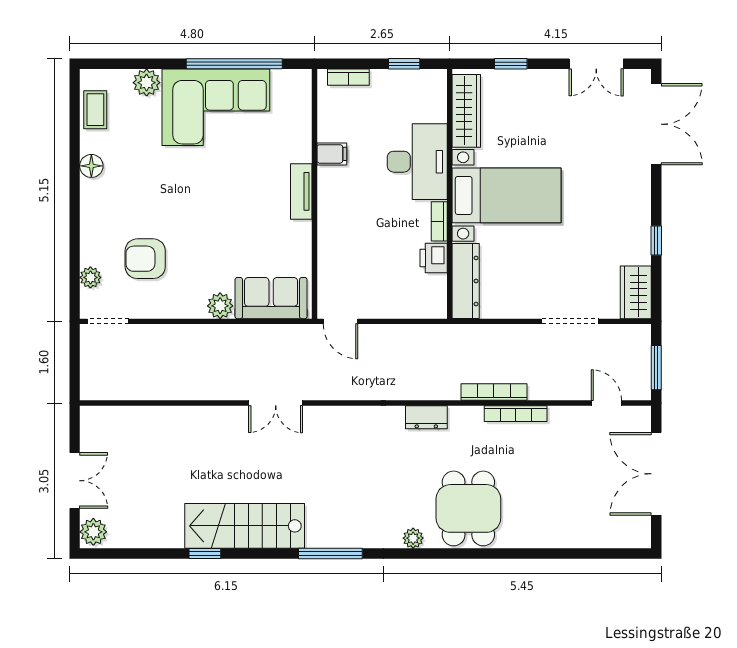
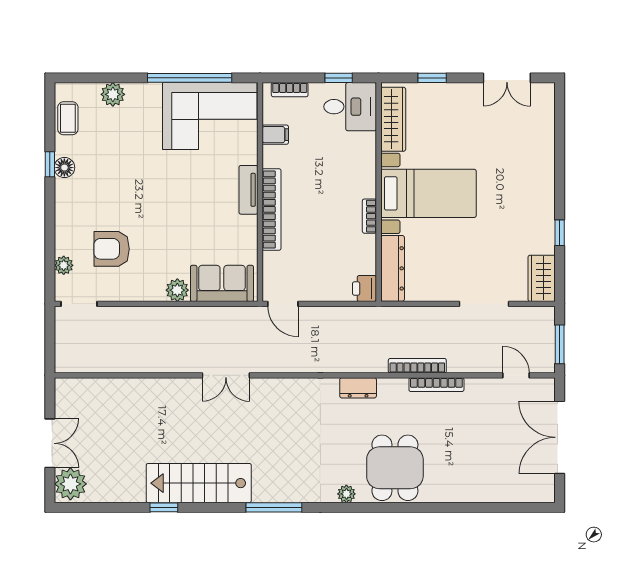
corner sofa: (216, 107) -> (210, 116), moved
double door: (656, 124) -> (560, 131), removed
filing cabinet: (332, 154) -> (275, 135), moved
window: (75, 162) -> (50, 164), added
desk: (417, 162) -> (350, 107), moved, width x0.73
bookcase: (328, 214) -> (272, 209), added
printer: (434, 258) -> (364, 289), moved
plant: (93, 532) -> (70, 484), width x1.36, depth x1.36

